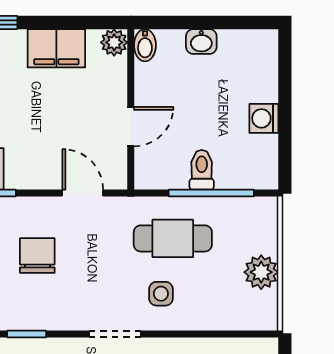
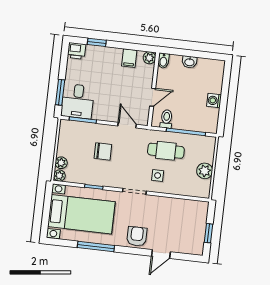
filing cabinet: (56, 48) -> (129, 58), width x0.50
toilet: (202, 170) -> (166, 119), moved
chair: (37, 256) -> (103, 151), turned 90

